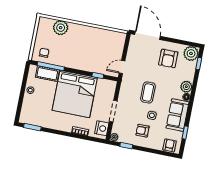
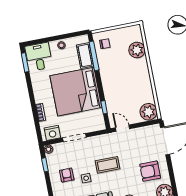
plant: (117, 39) -> (149, 112), added
desk: (32, 113) -> (39, 57), added

